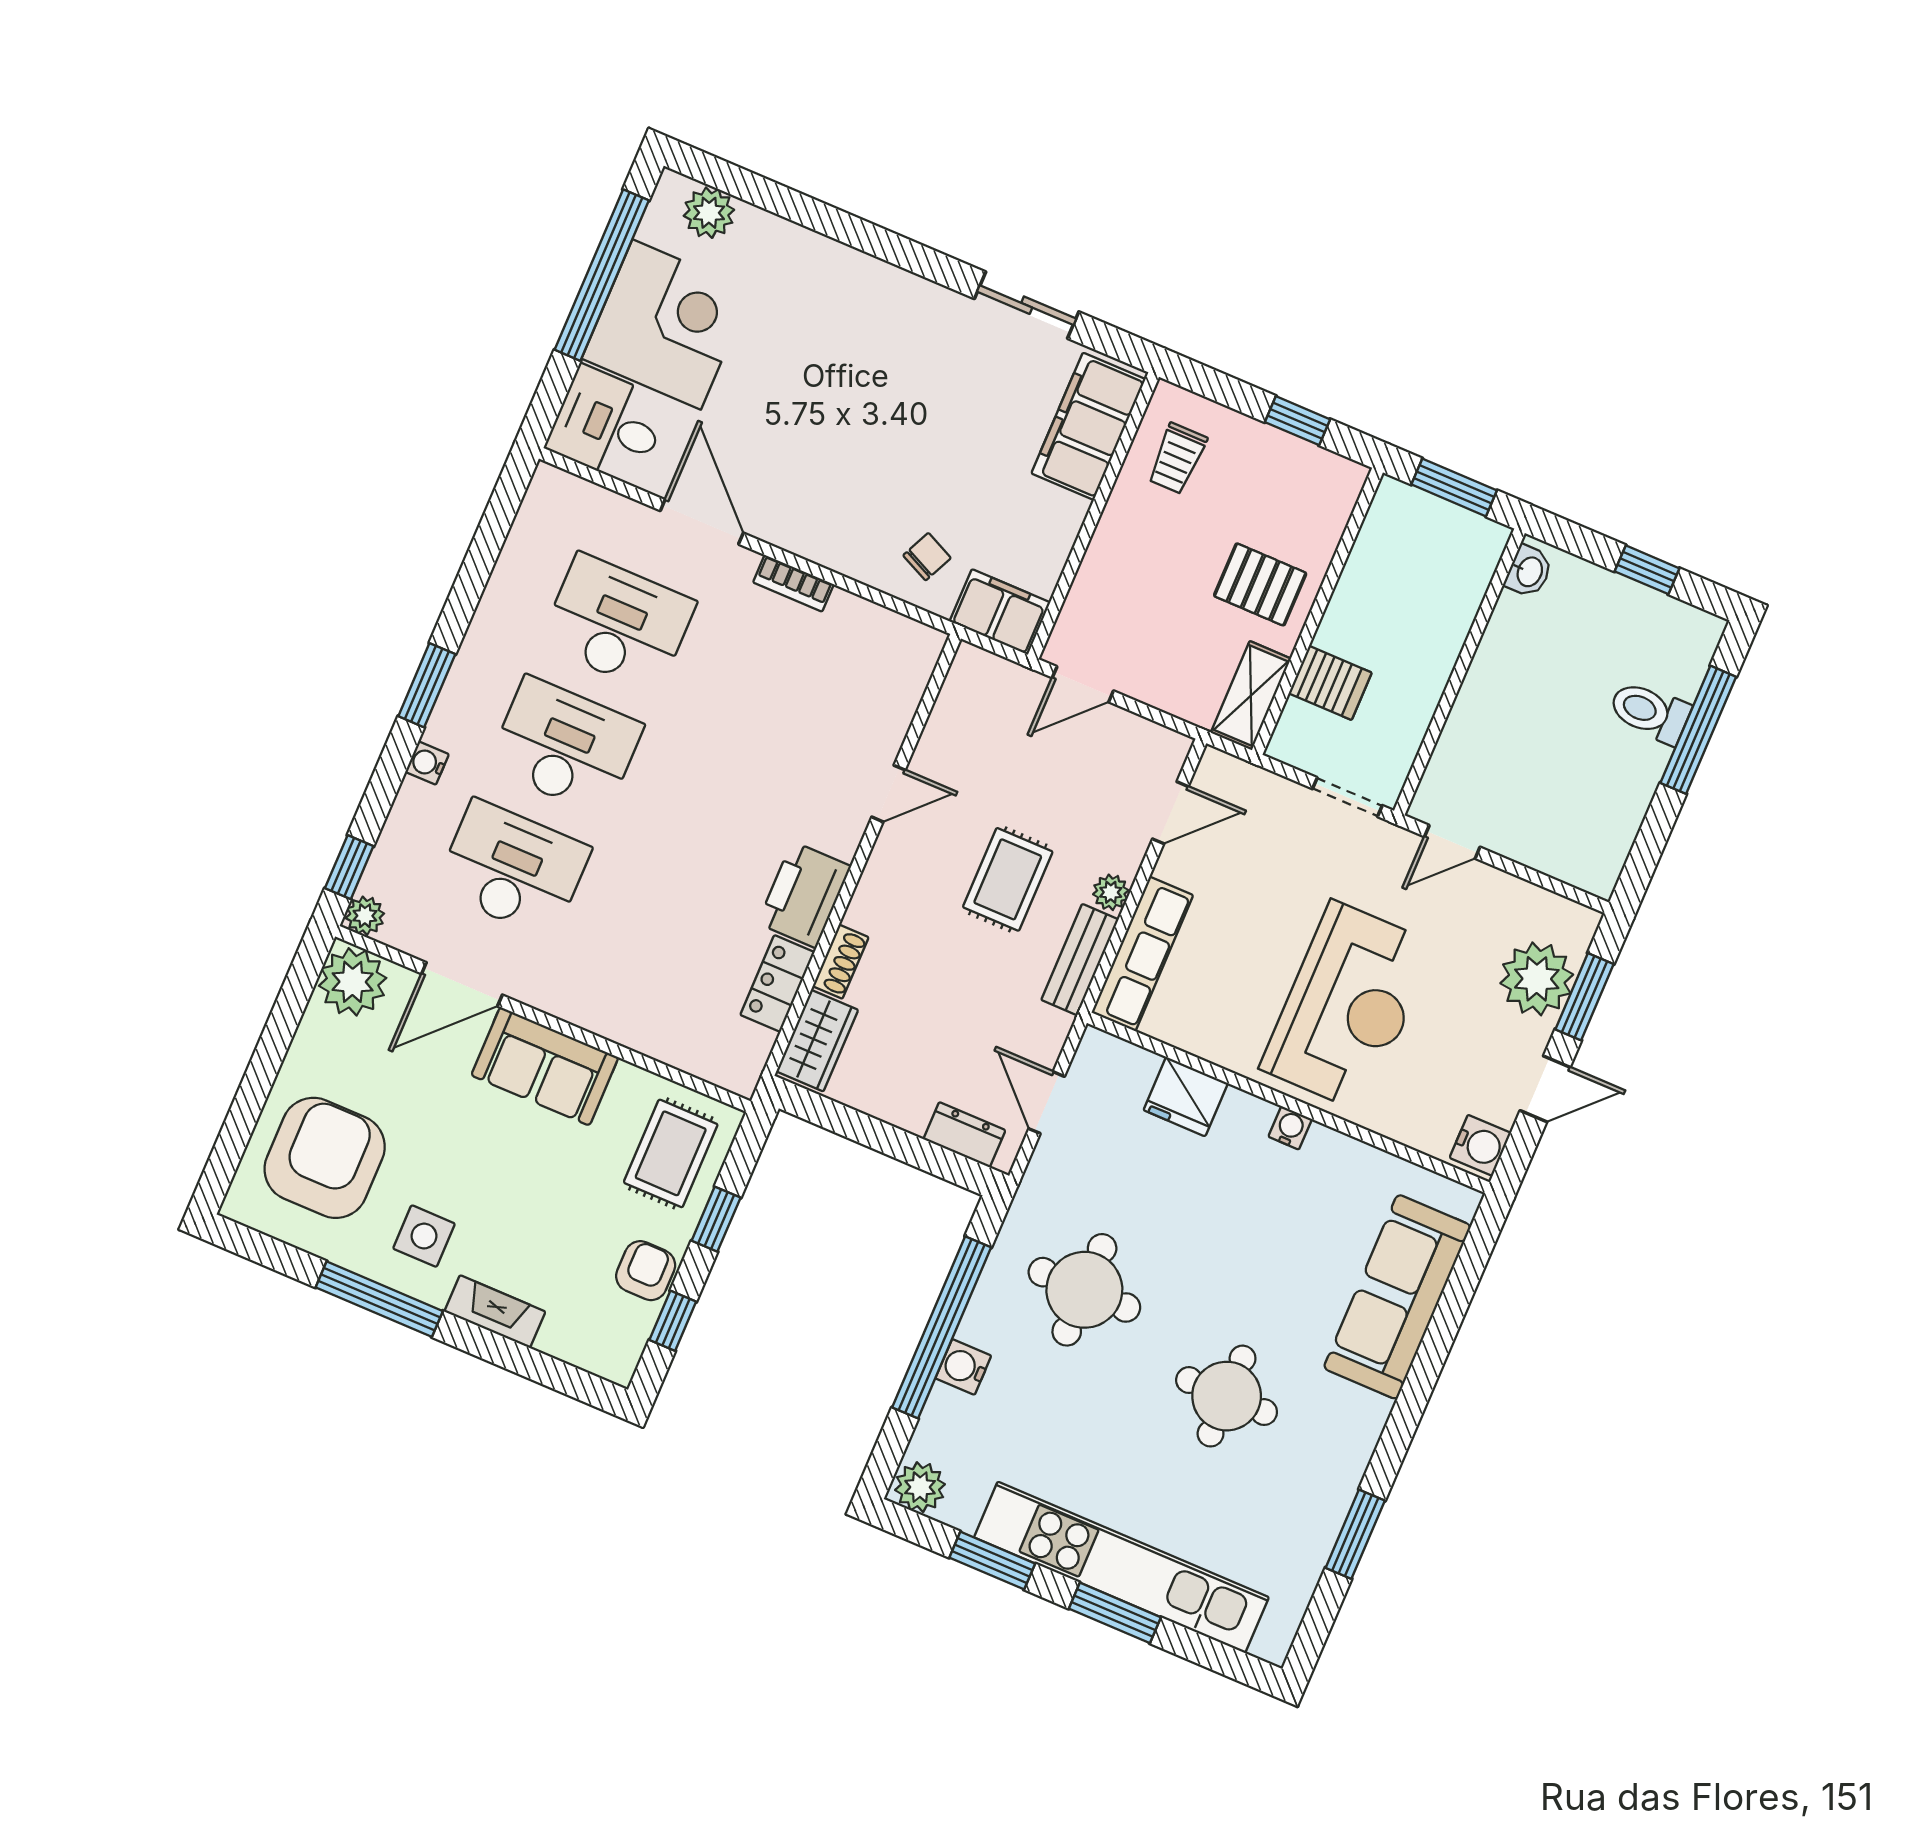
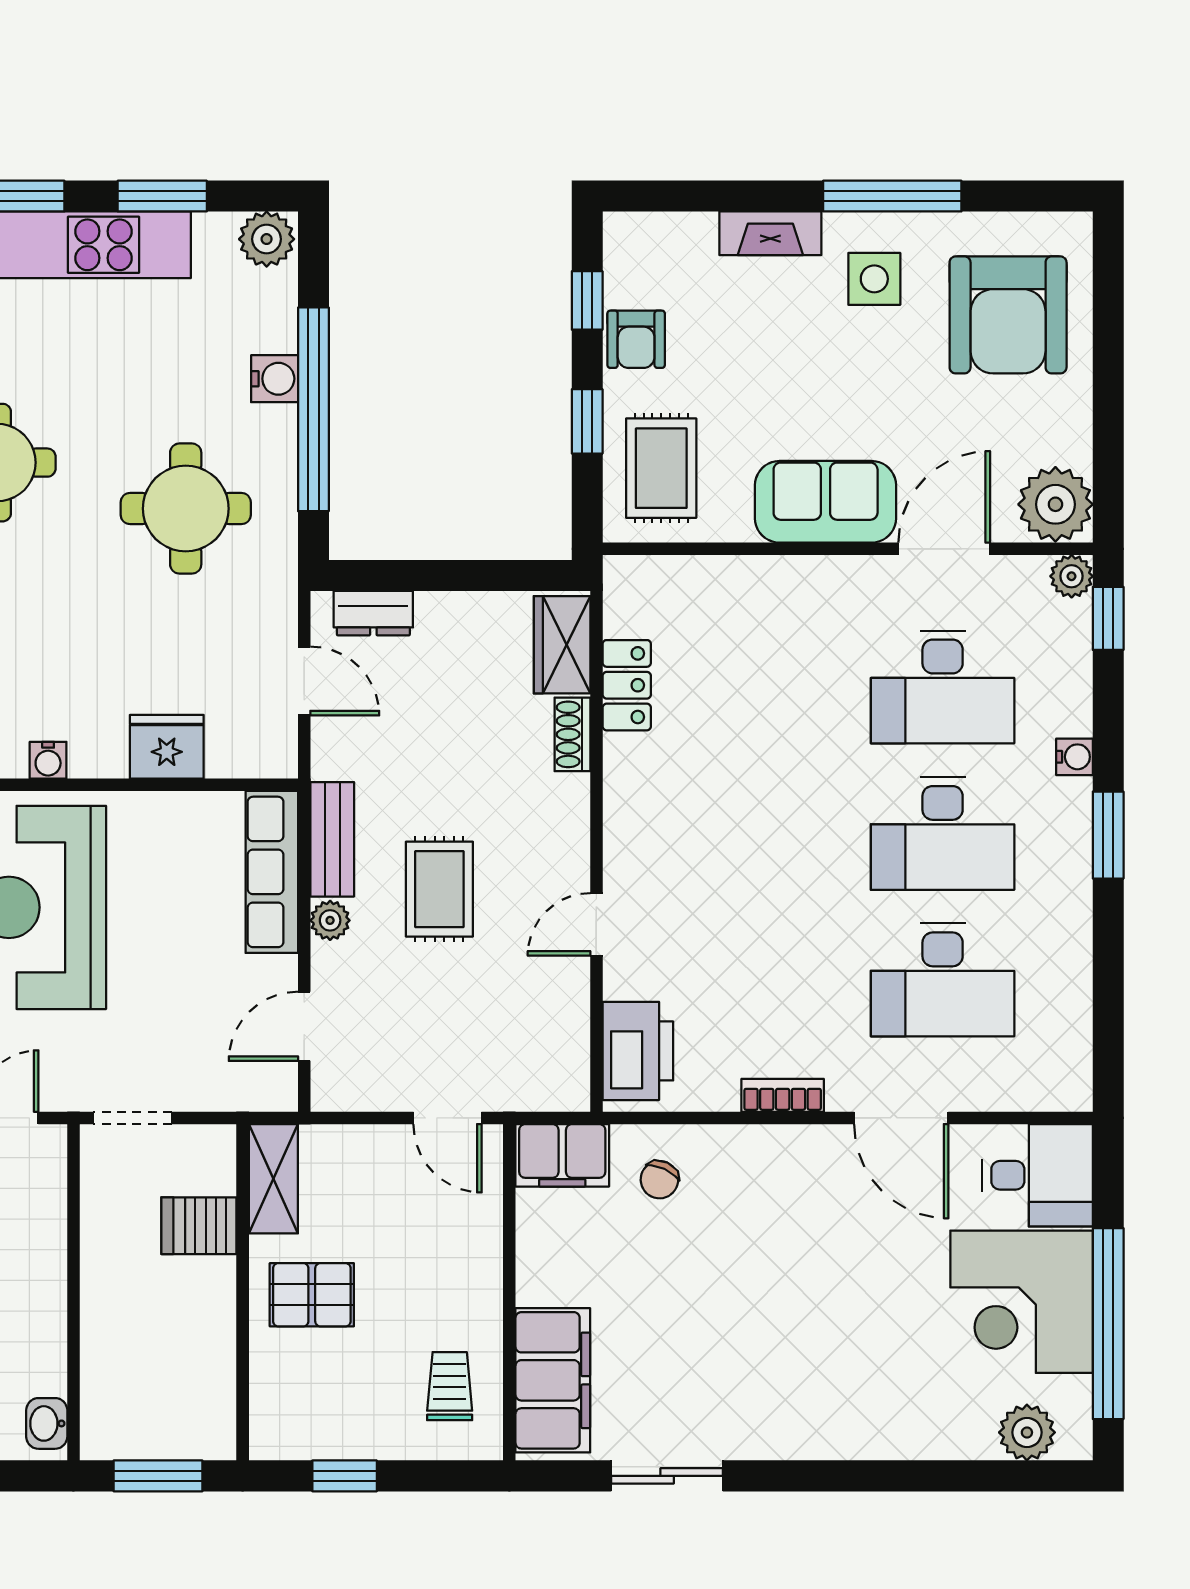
door: (1083, 684) -> (448, 1118), swing flipped
printer: (804, 895) -> (638, 1051), moved

